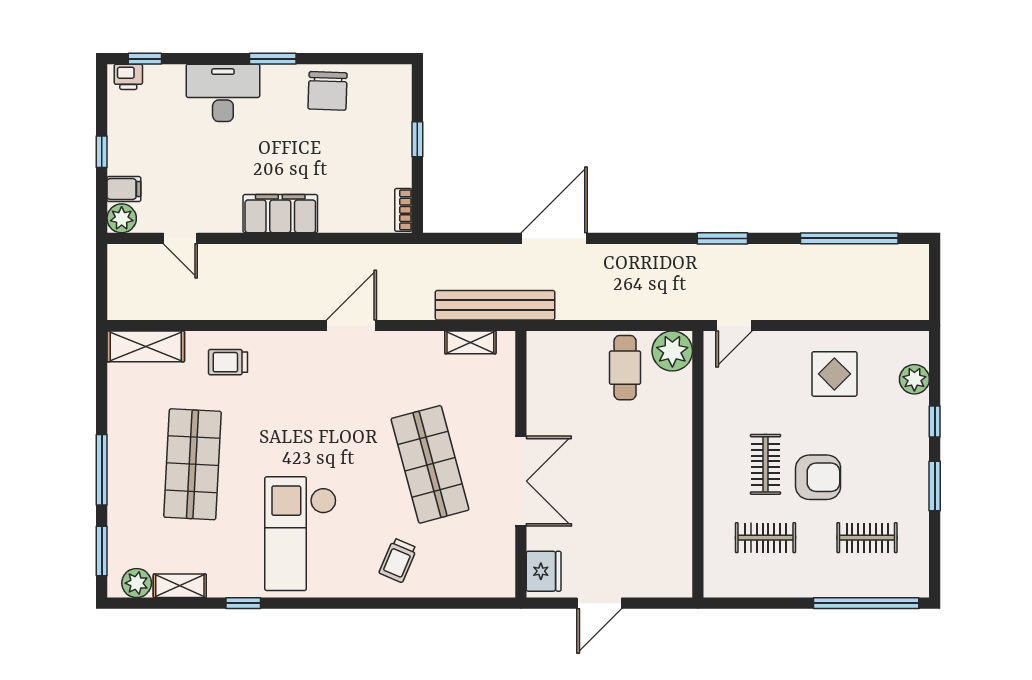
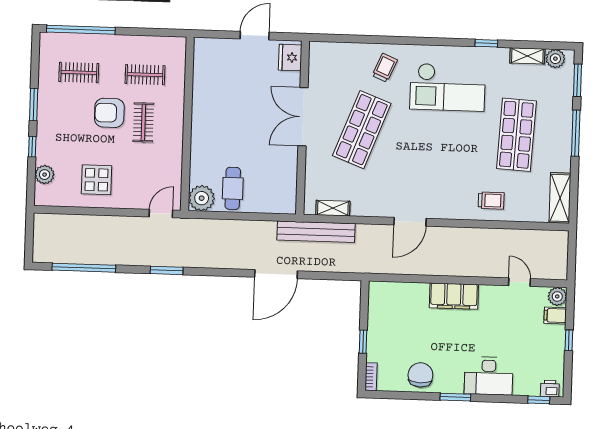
bookcase: (403, 210) -> (371, 377), moved
shelving: (146, 346) -> (560, 198), moved, turned 90
shop shelf: (430, 464) -> (362, 130), turned 36
checkout: (301, 534) -> (448, 87), turned 90

